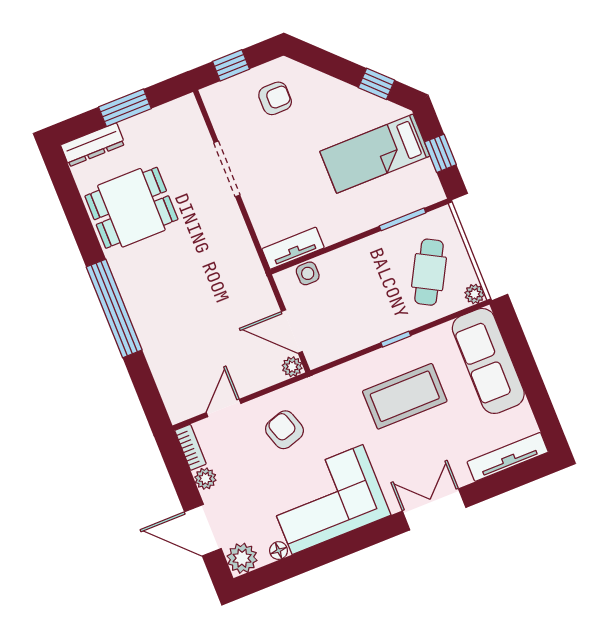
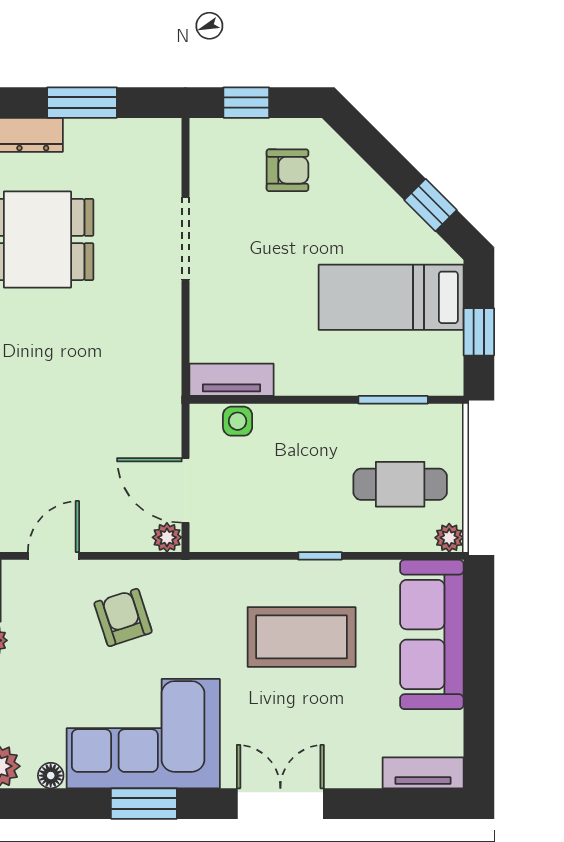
cafe table: (429, 272) -> (400, 484), turned 61
tv unit: (508, 457) -> (423, 773), width x0.71
window: (346, 545) -> (144, 804), added

